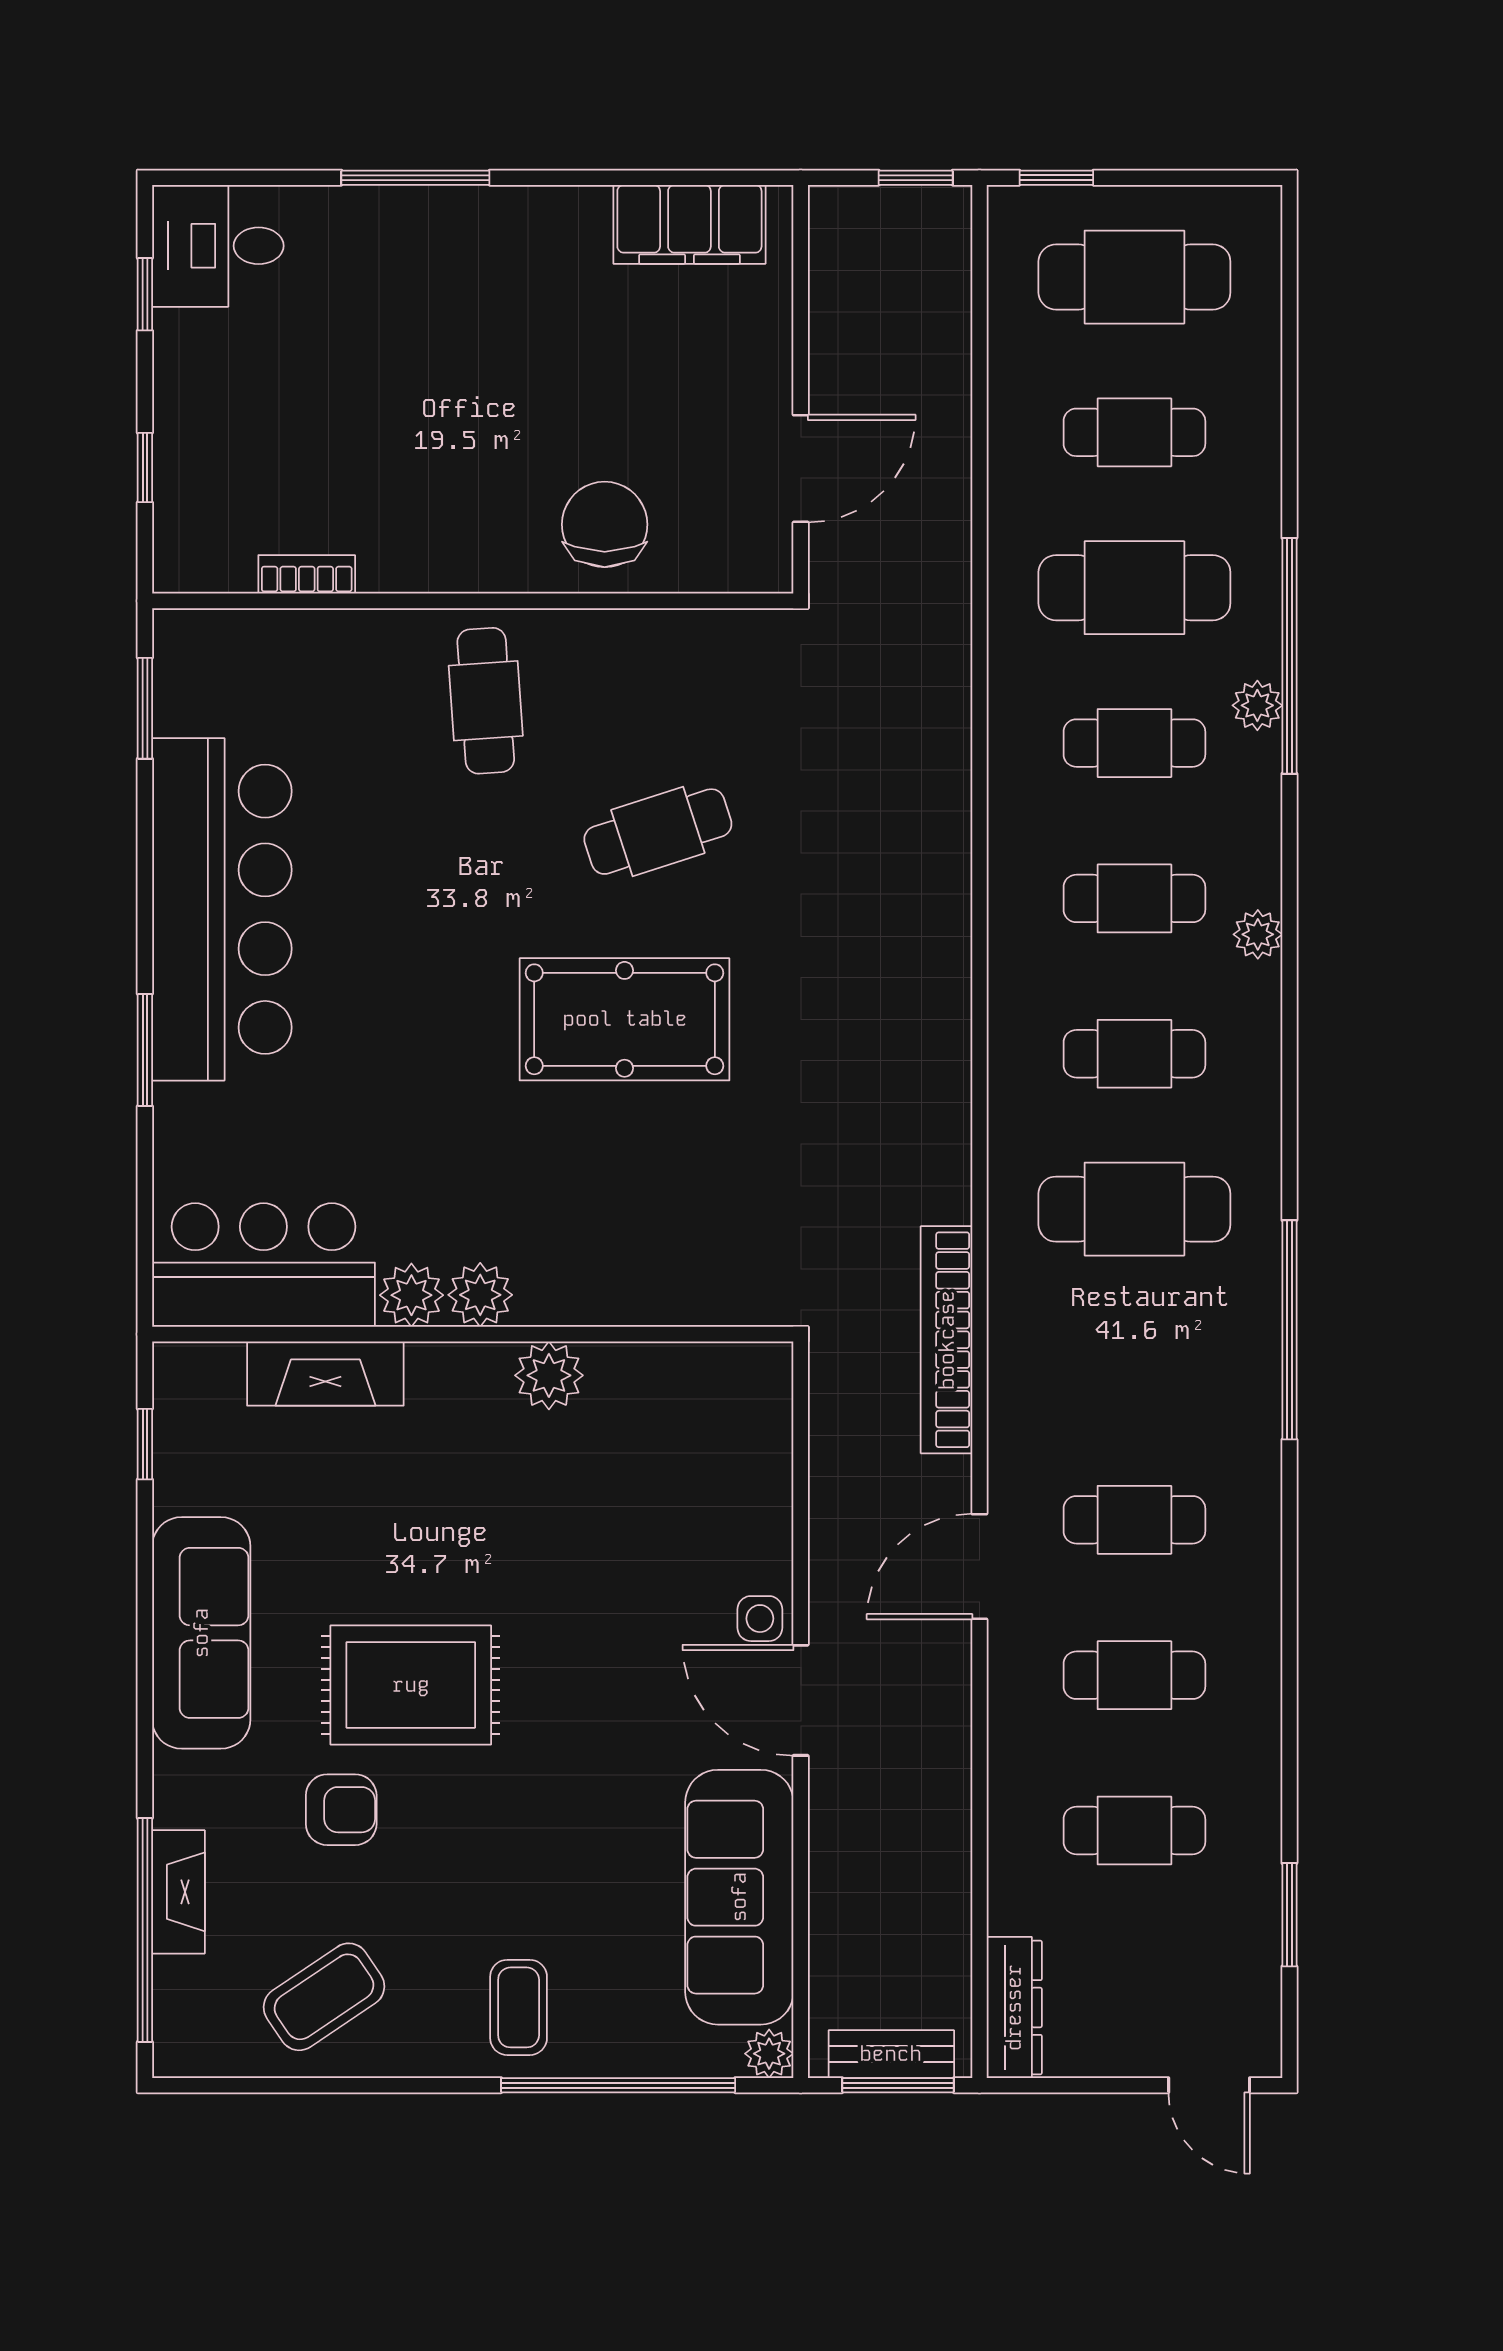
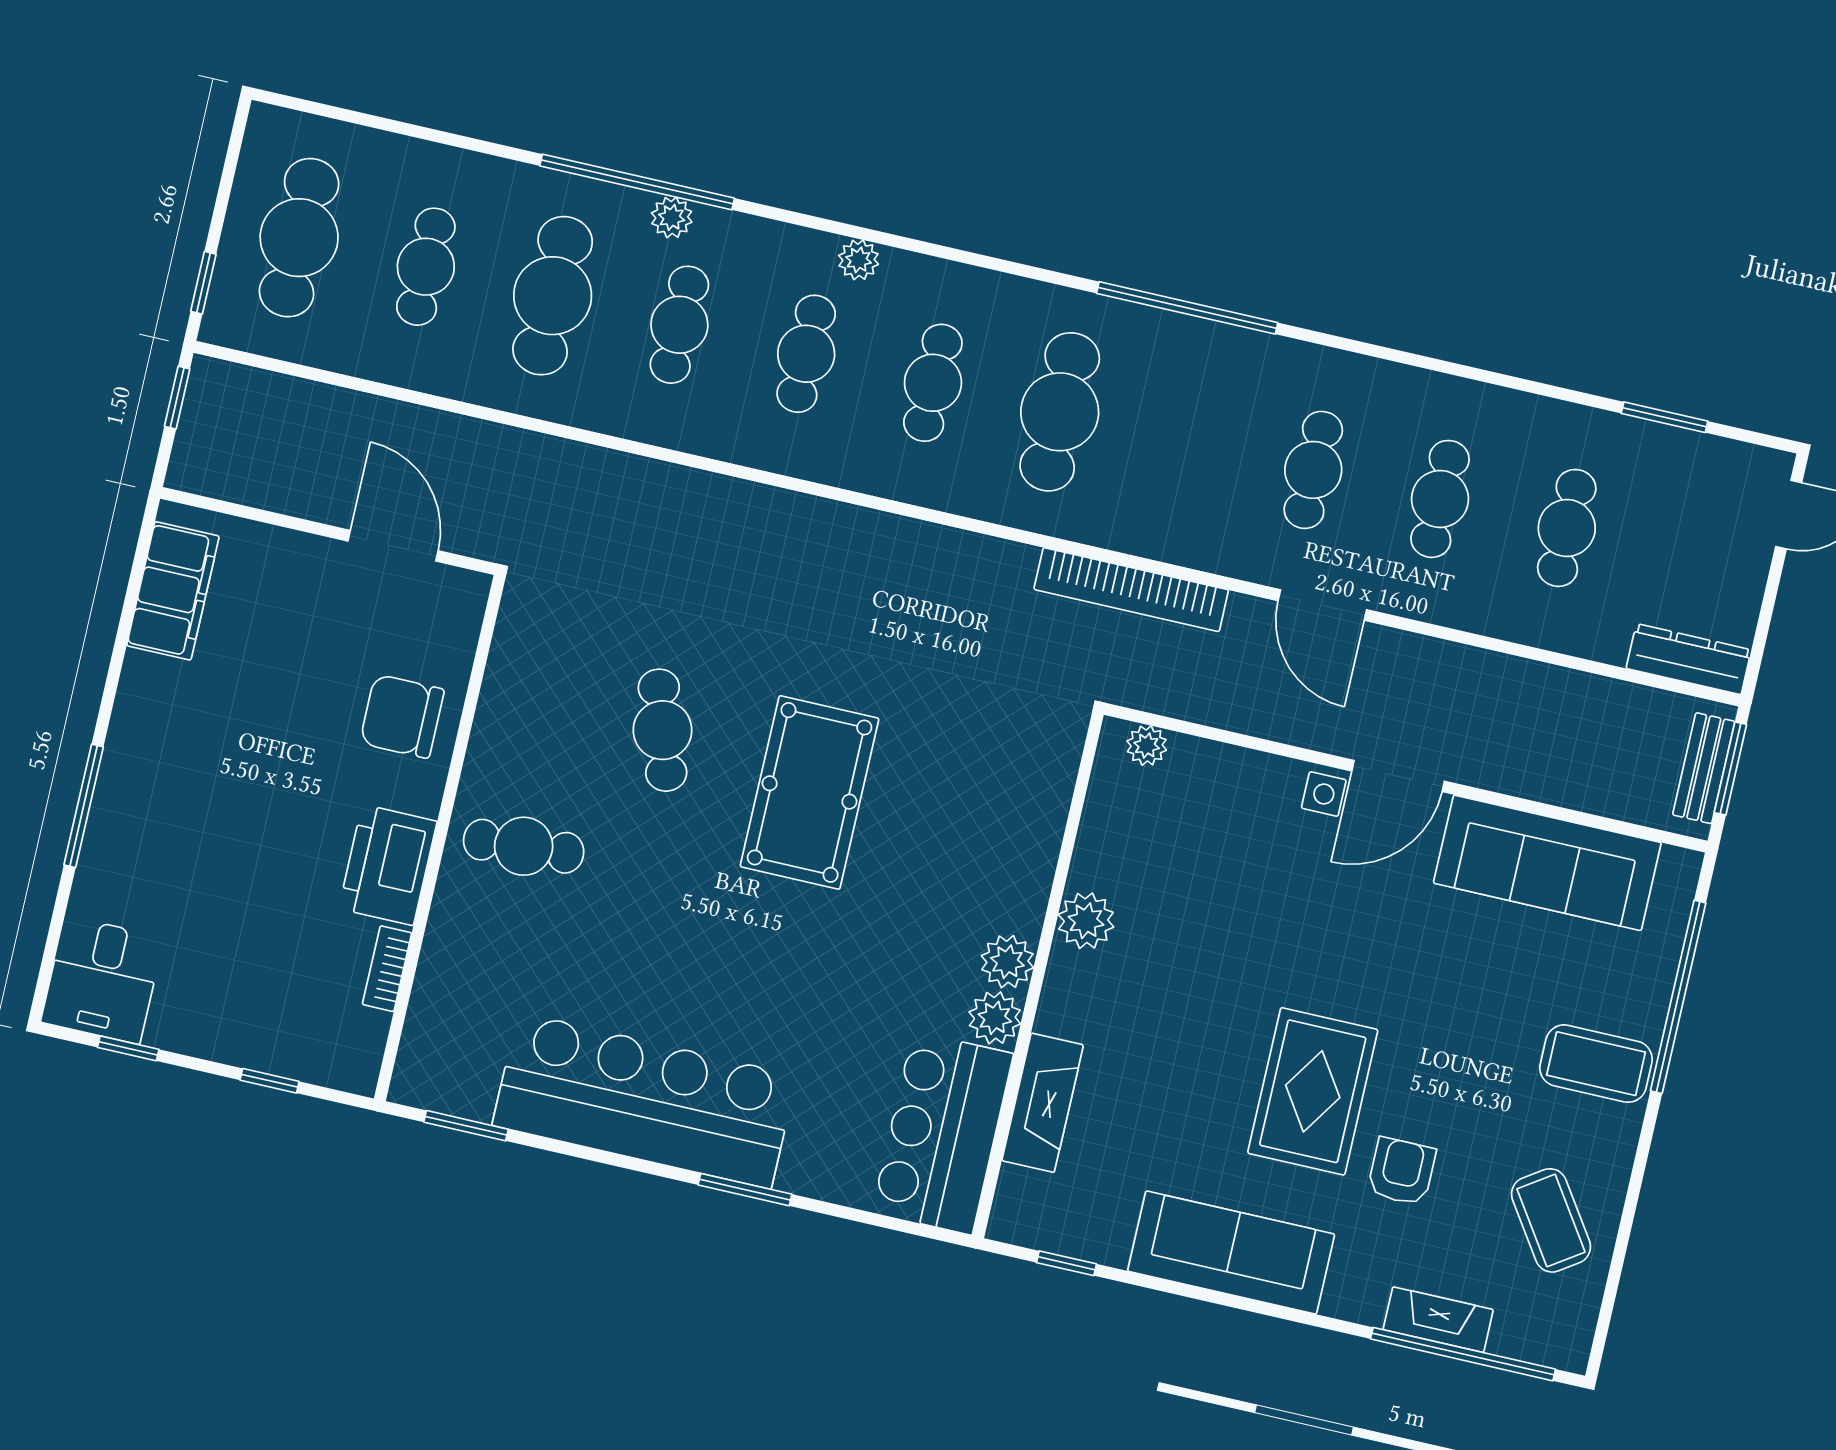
printer: (428, 548) -> (388, 865), added
coffee table: (519, 2007) -> (1596, 1064), width x1.36, depth x1.30
plant: (769, 2054) -> (1147, 746), moved

